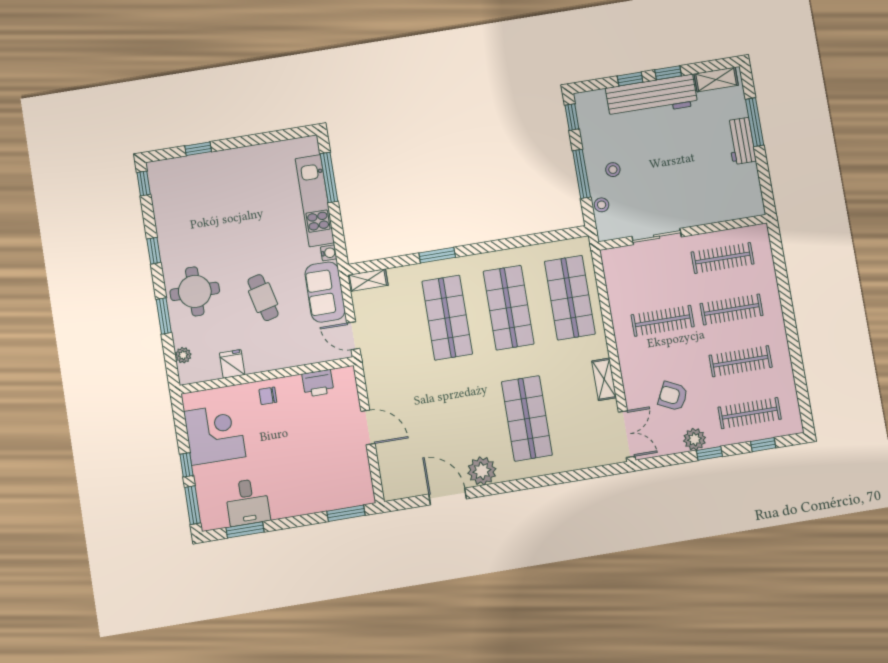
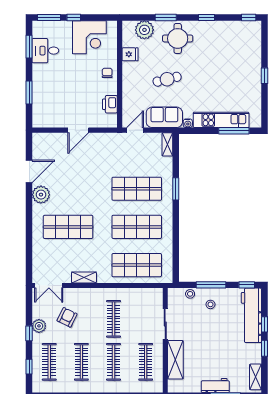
workbench: (652, 97) -> (251, 315), moved
window: (198, 149) -> (264, 76), moved
shelving: (711, 211) -> (175, 360), added
plant: (183, 355) -> (144, 30), width x1.87, depth x1.87
window: (346, 513) -> (29, 93), moved

